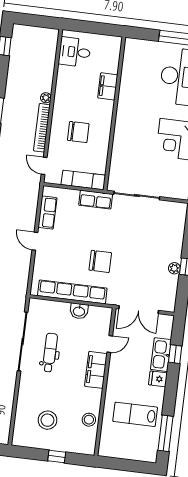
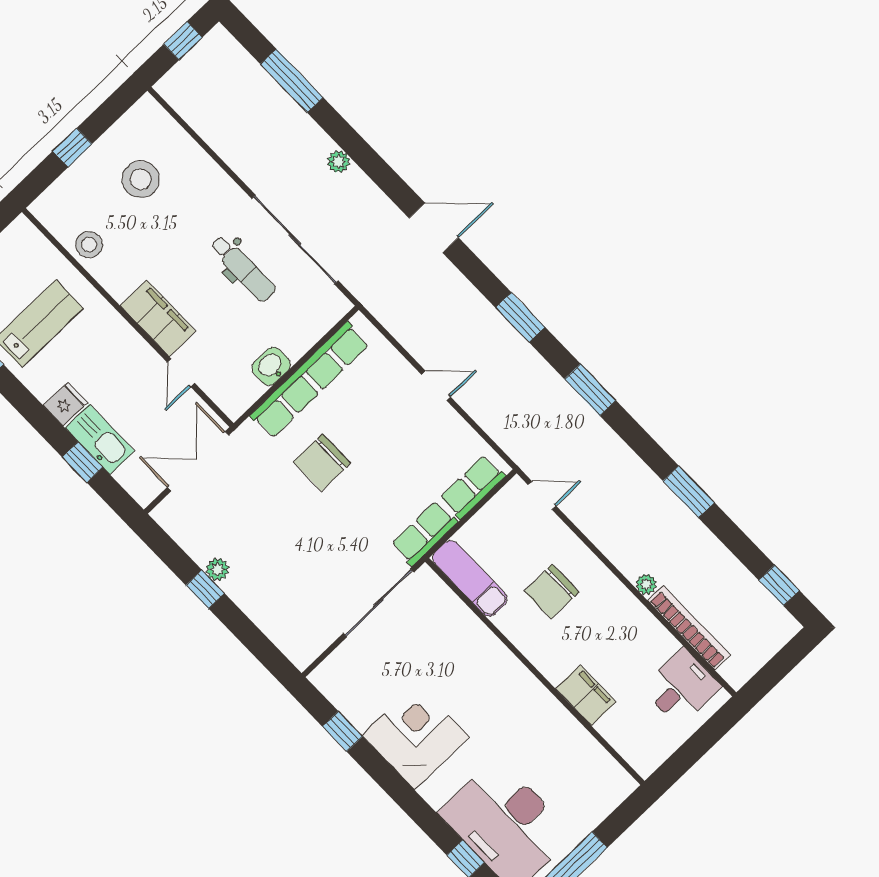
bookcase: (42, 128) -> (689, 628), moved
exam couch: (83, 180) -> (470, 578), moved, turned -90
row of seats: (47, 213) -> (472, 487), moved, turned 90

